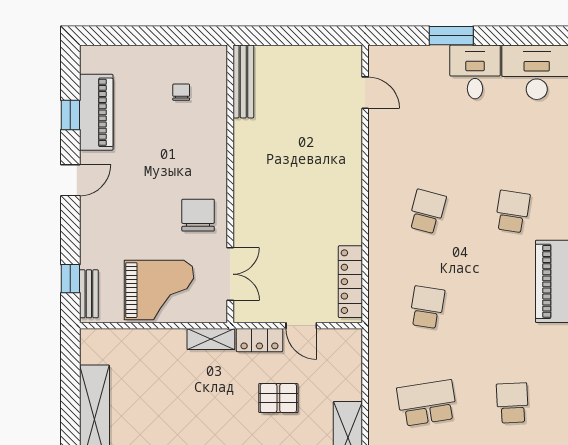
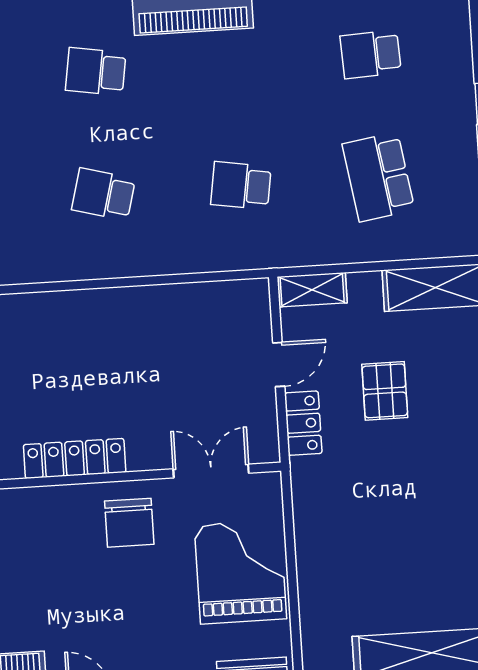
chair: (198, 215) -> (129, 523), turned -90
locker: (350, 282) -> (75, 458), moved, turned 180
shelving: (211, 339) -> (312, 290), moved, turned 90

